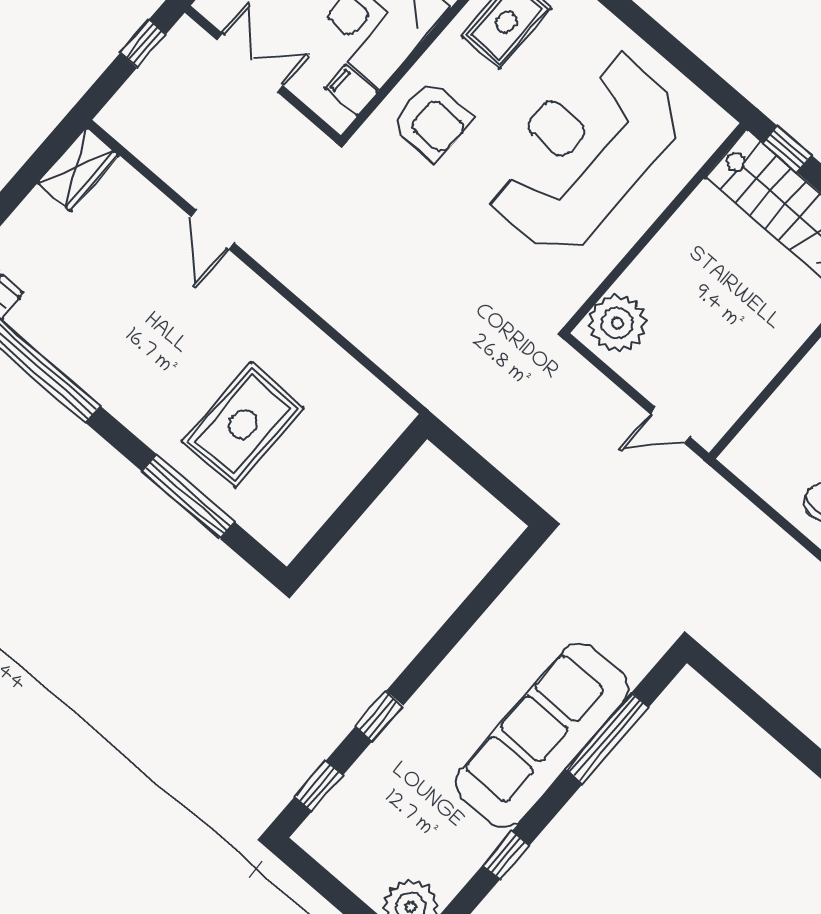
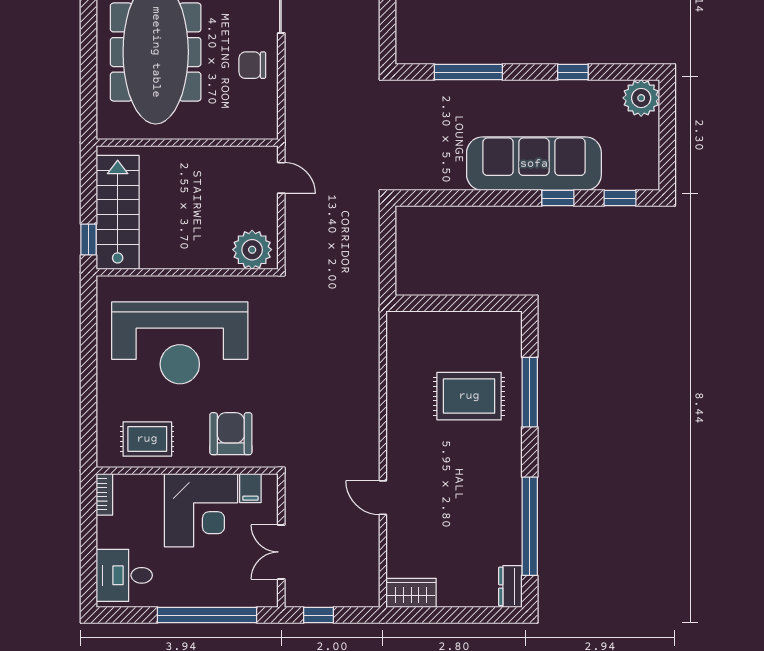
door: (212, 230) -> (383, 498), swing flipped
sofa: (542, 735) -> (534, 164), moved, turned 180

